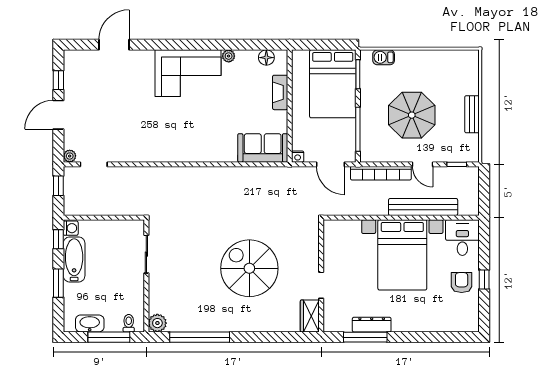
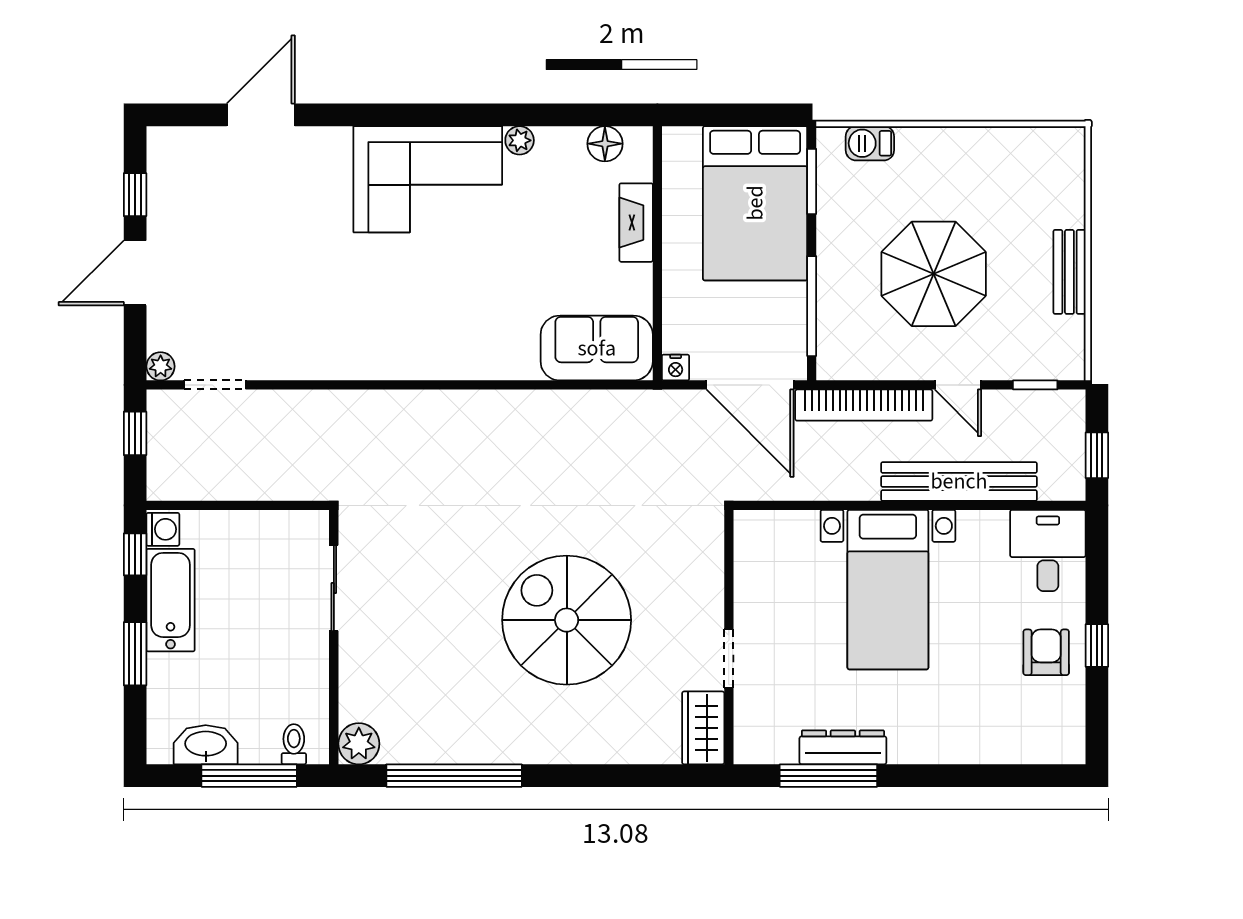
door: (331, 164) -> (750, 385), width x1.36
window: (484, 195) -> (1097, 455), added
bed with nightstands: (402, 255) -> (888, 590), width x0.73

